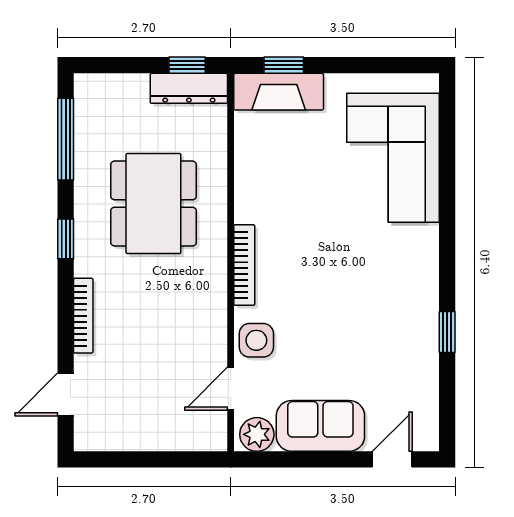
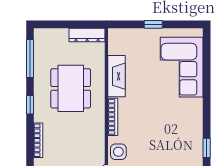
window: (187, 65) -> (86, 24), removed
window: (284, 65) -> (153, 24), moved
fireplace: (279, 92) -> (116, 76), moved, turned -90

